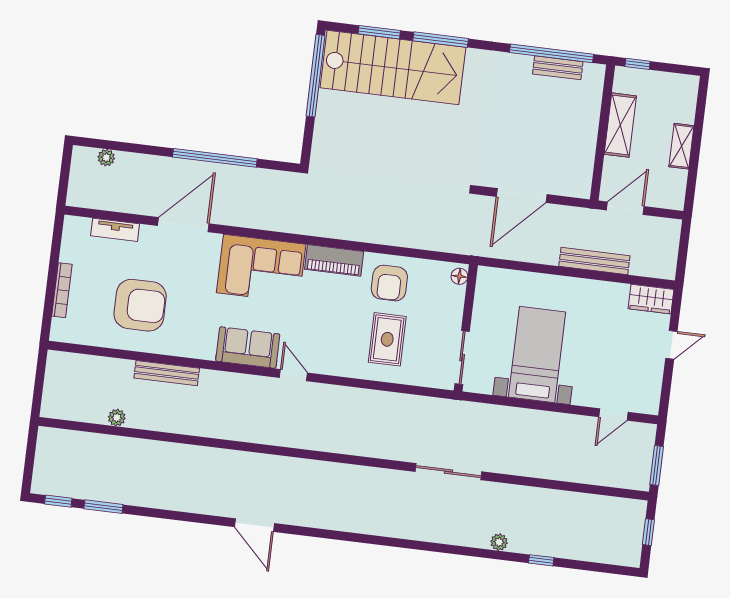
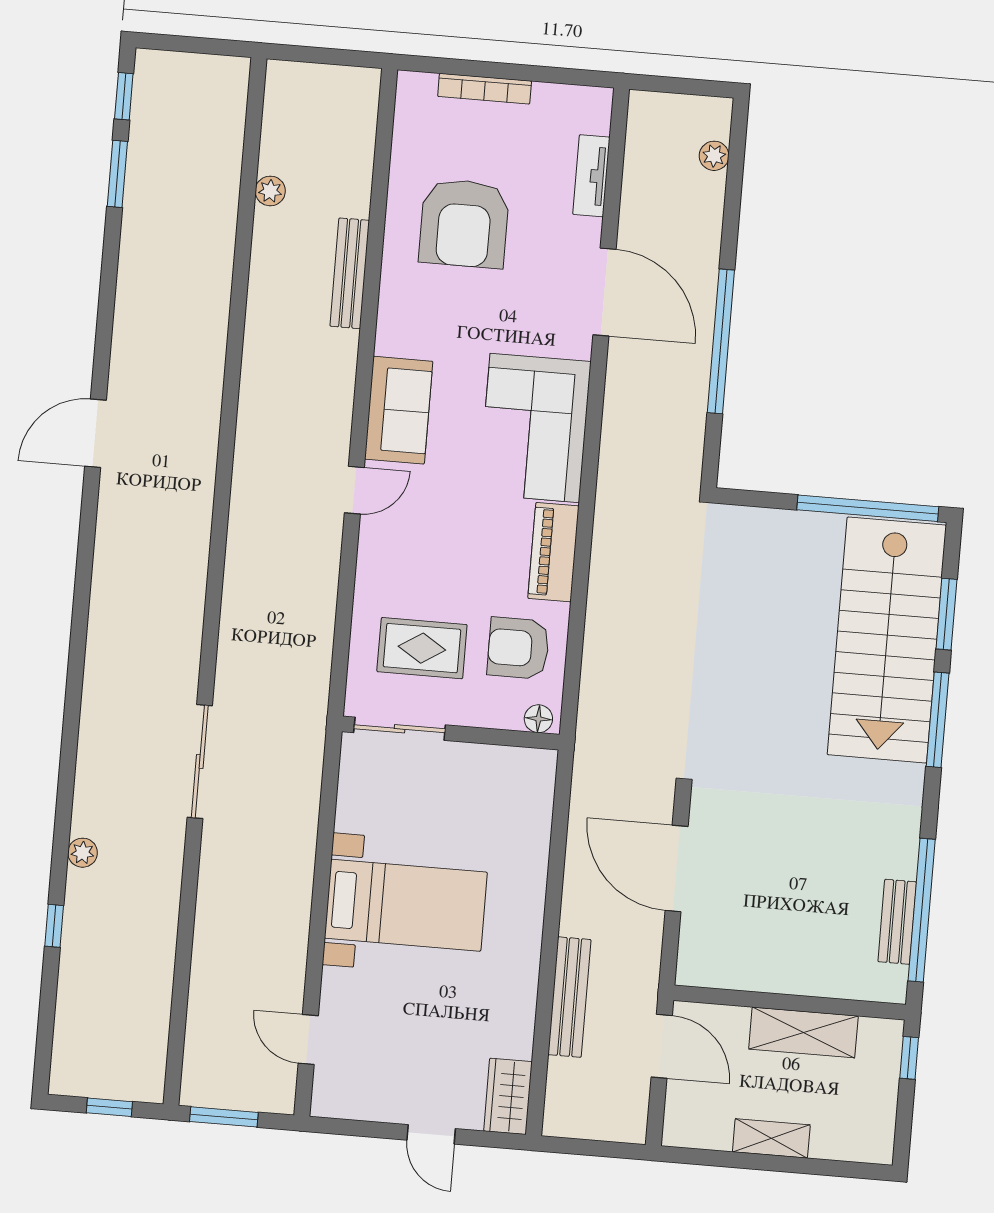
floor lamp: (459, 276) -> (538, 719), moved
wall: (466, 328) -> (451, 733), moved
sliding door: (462, 358) -> (400, 729), moved

